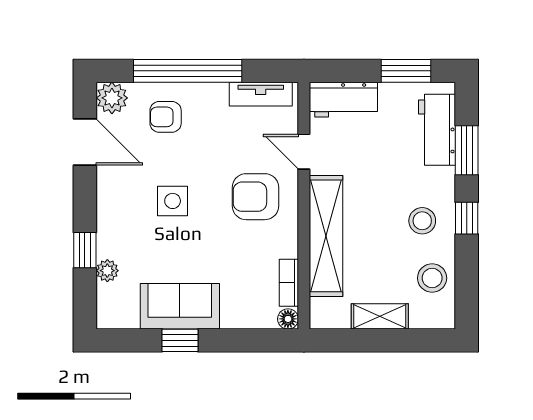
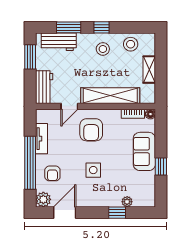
tv unit: (261, 94) -> (41, 139), moved
sofa: (180, 306) -> (144, 151), moved

